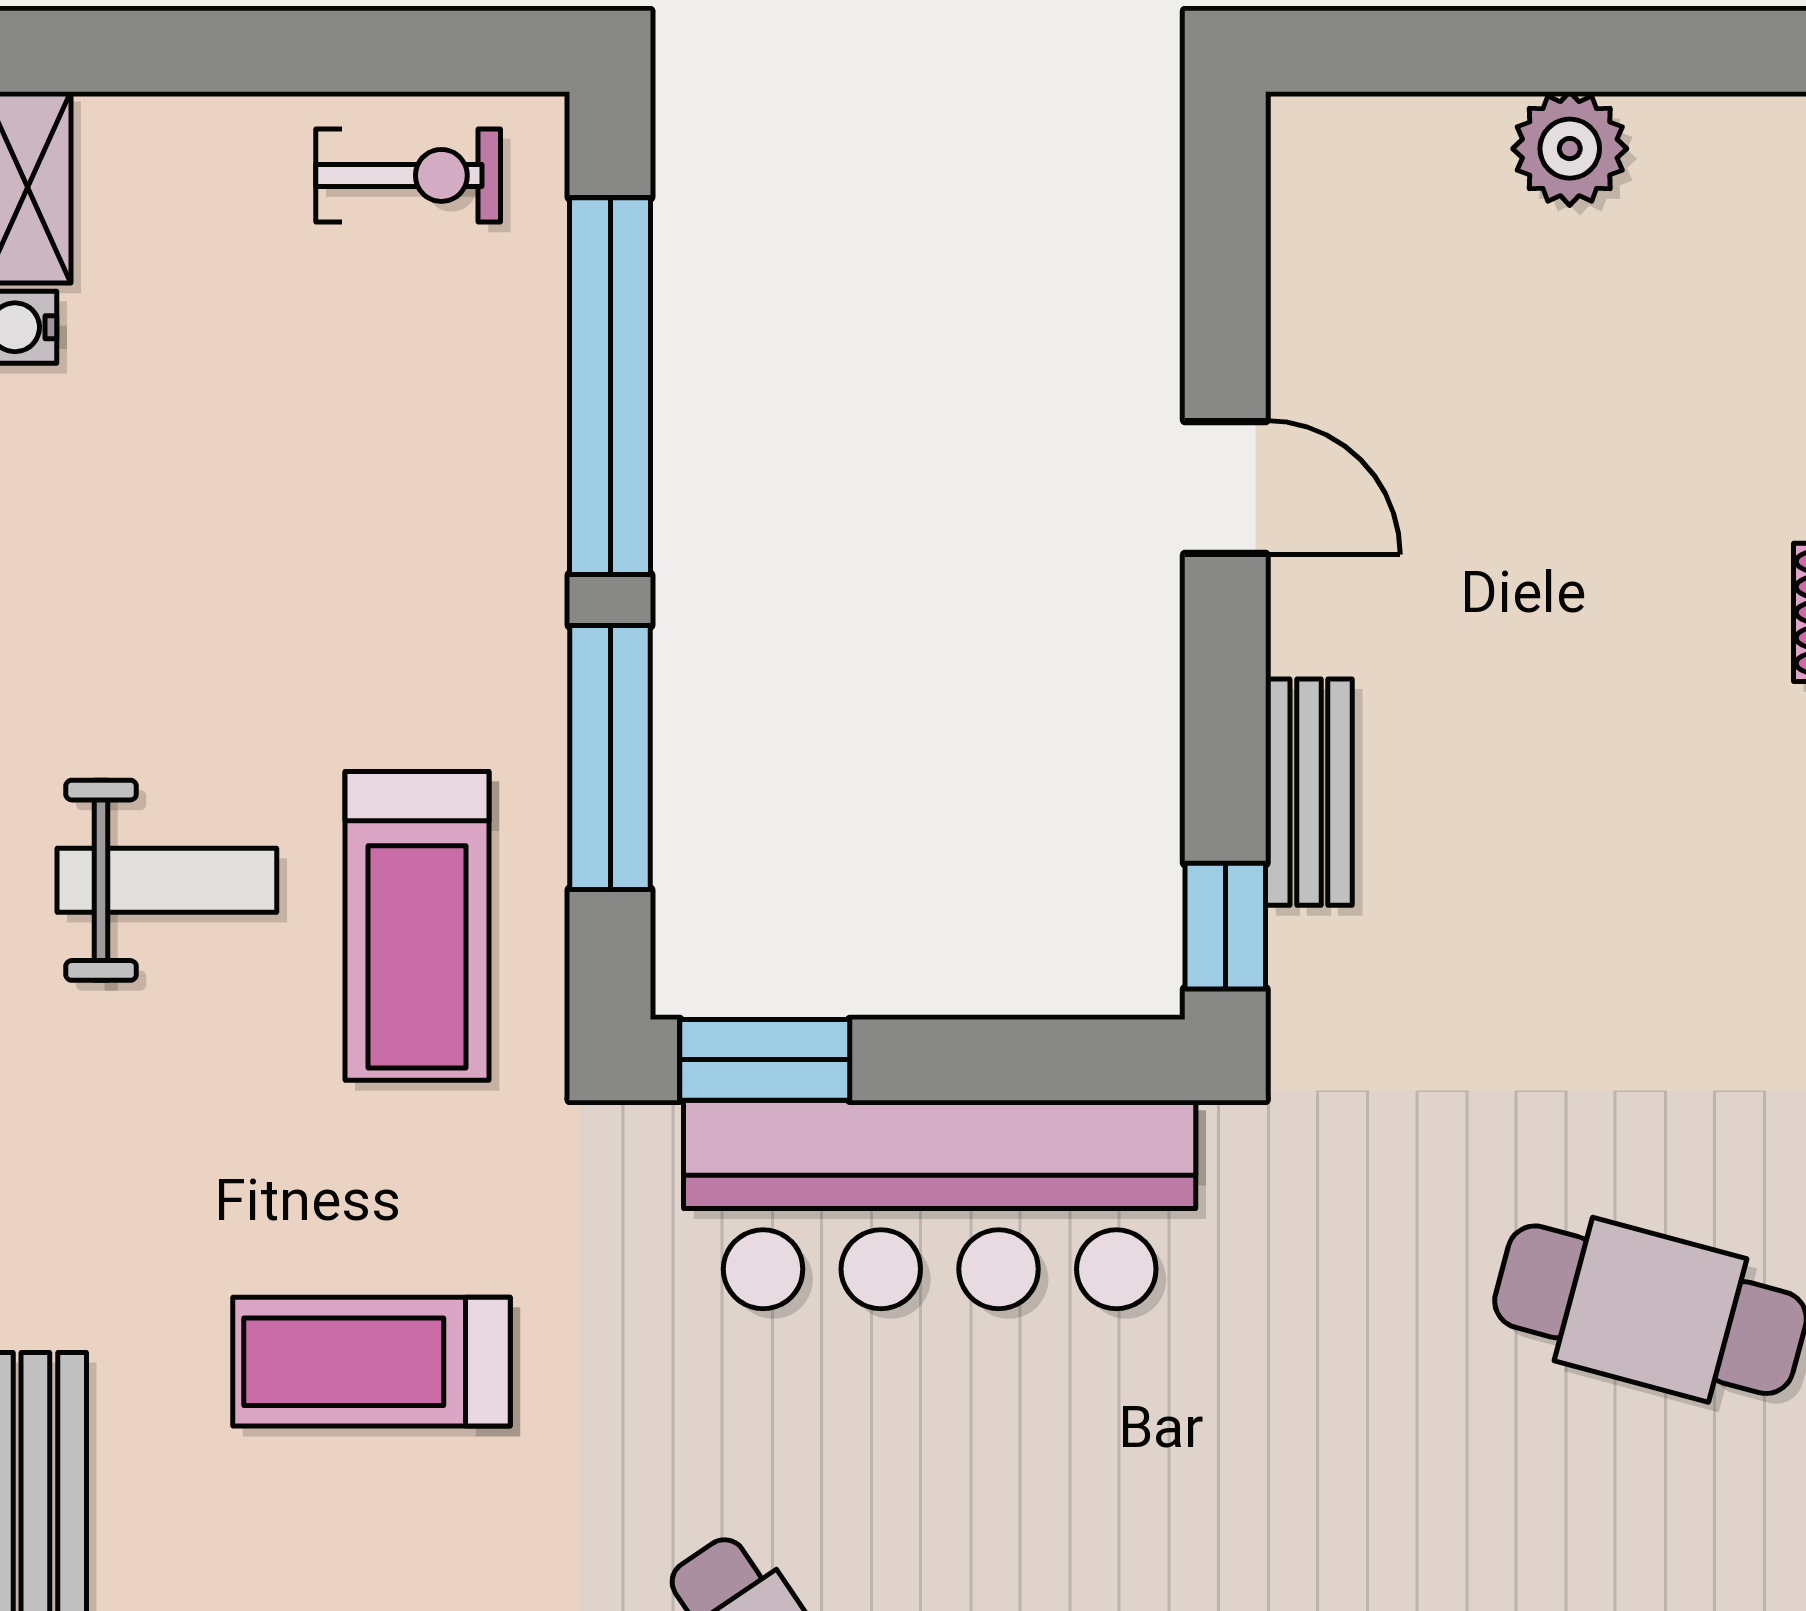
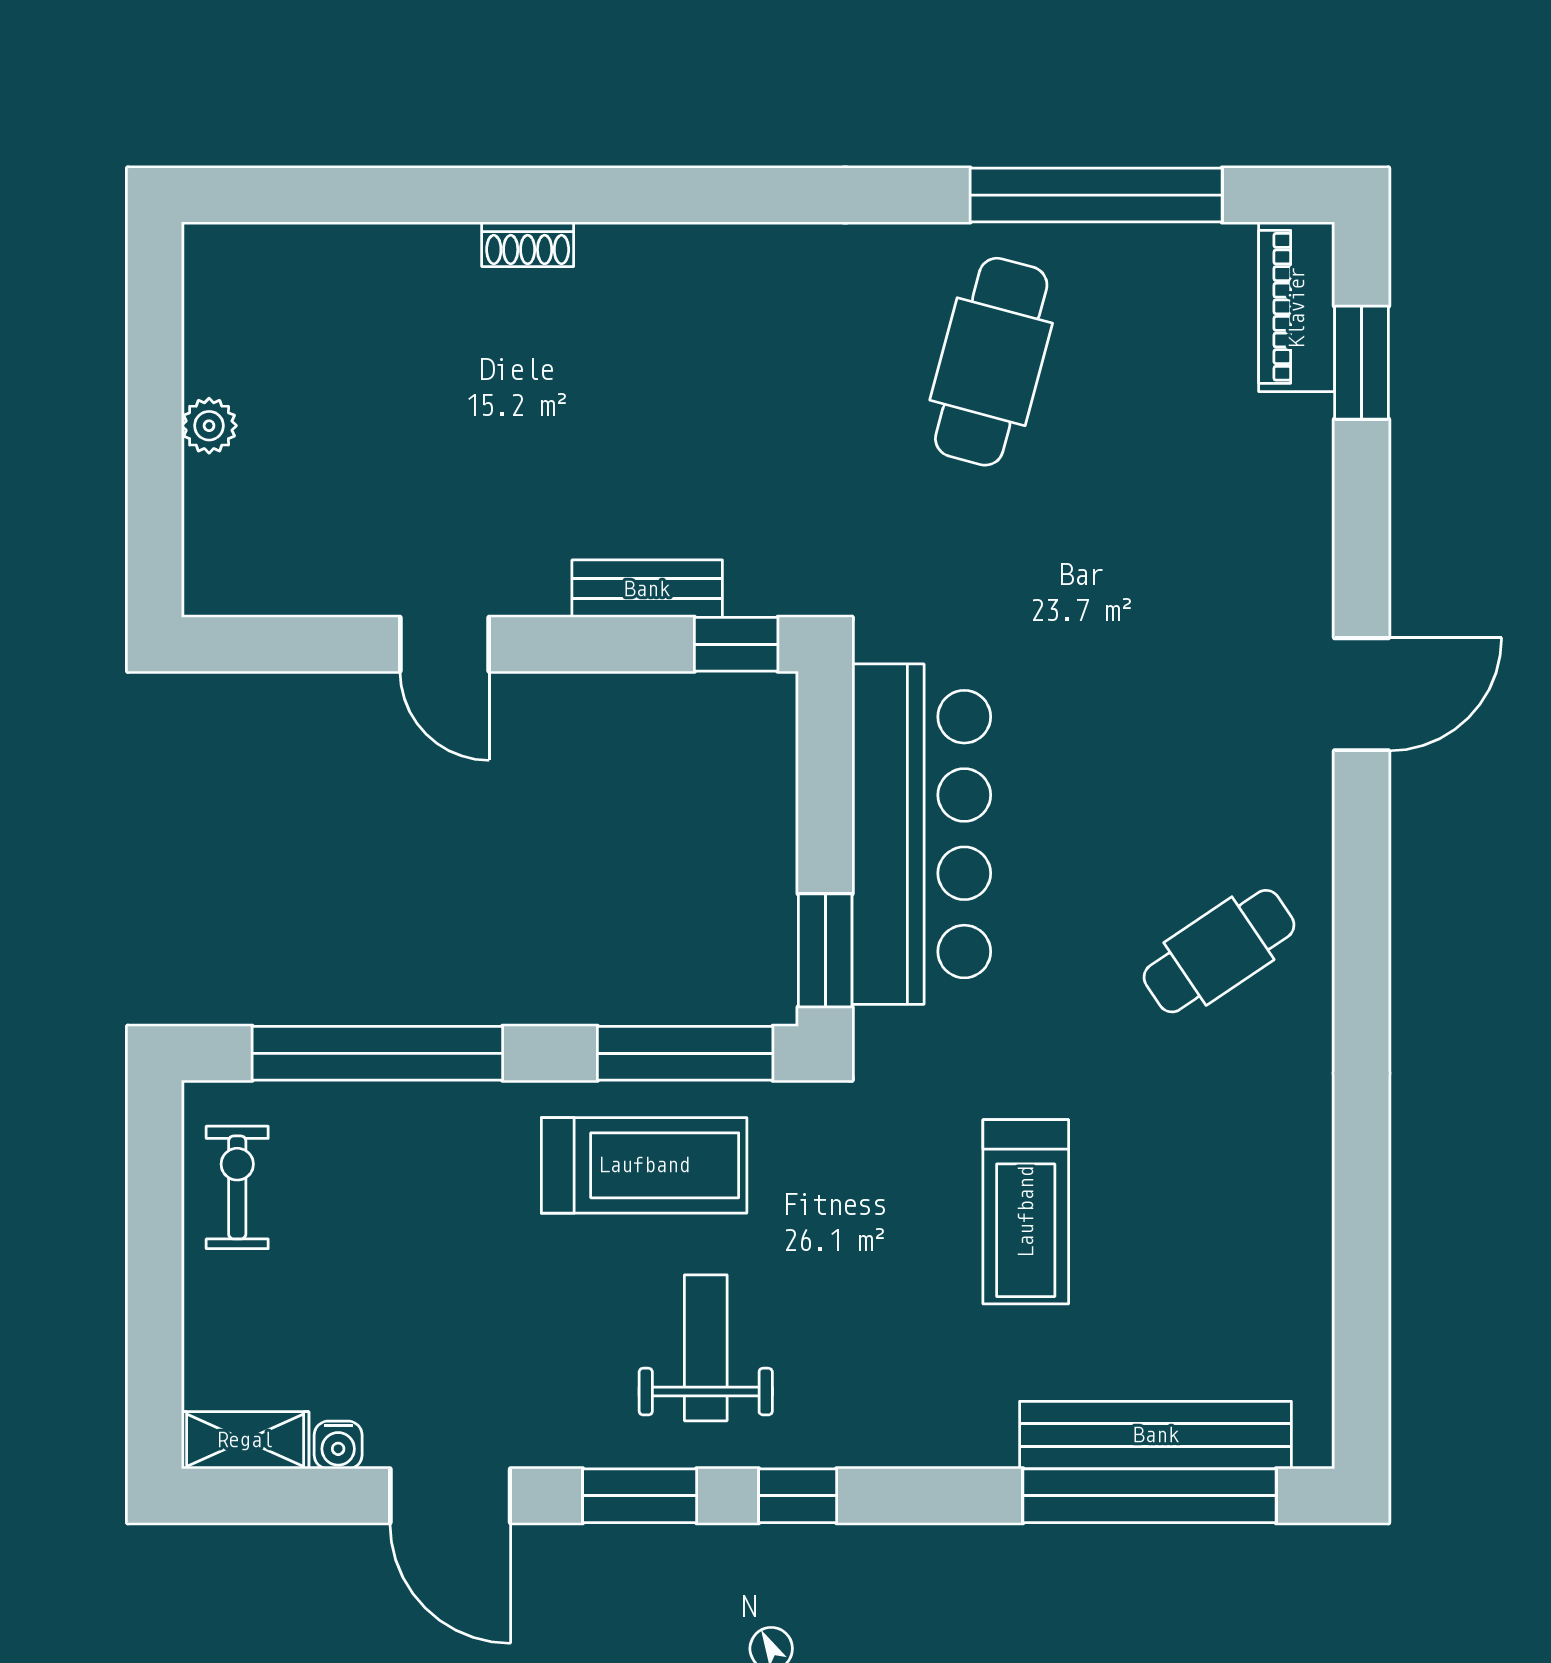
plant: (1570, 149) -> (209, 426), width x0.73, depth x0.73
door: (1225, 487) -> (445, 644), swing flipped
window: (610, 757) -> (685, 1053), moved
treadmill: (417, 926) -> (644, 1165), moved

